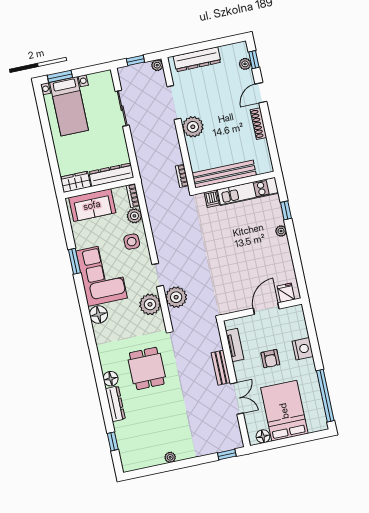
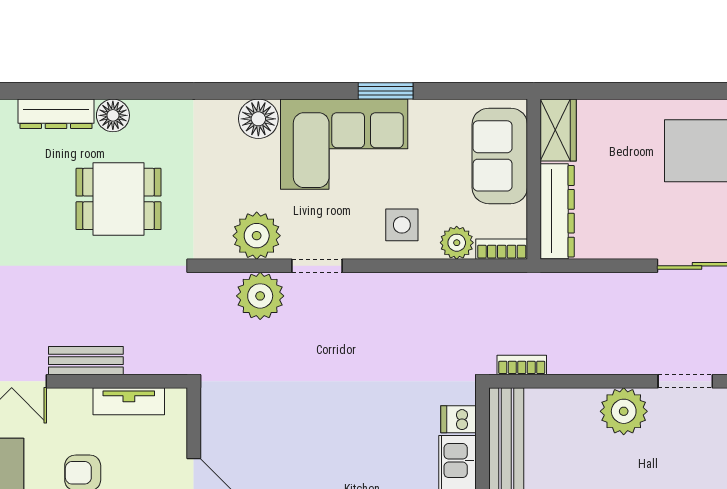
doorway: (174, 103) -> (685, 381), width x0.73

